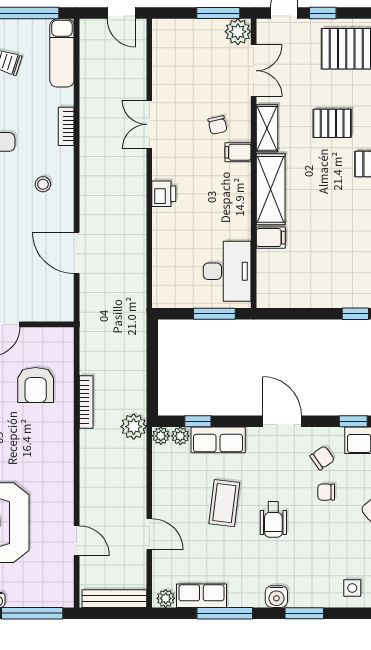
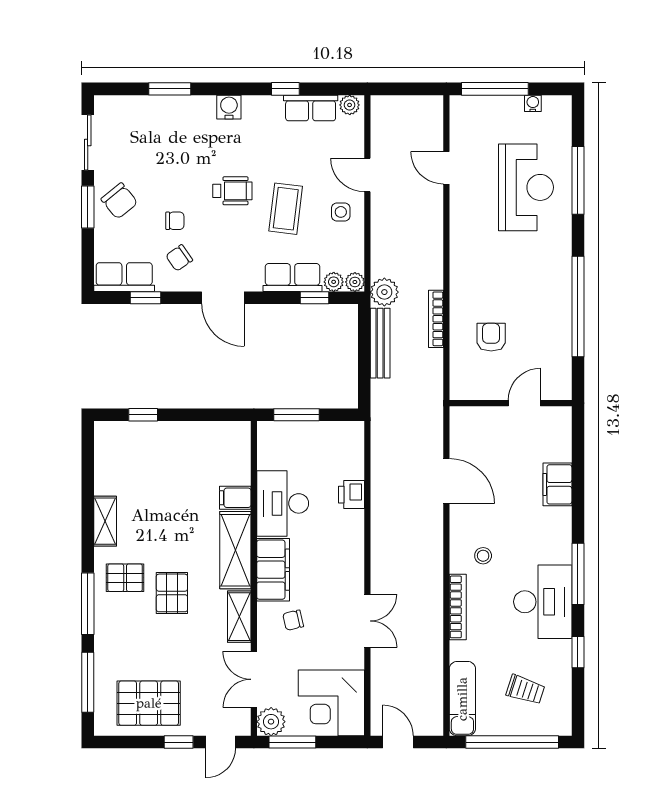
corner desk: (182, 49) -> (331, 703), added
pallet: (332, 123) -> (172, 593), moved, turned 90
chair: (218, 125) -> (293, 620), turned -90
bookcase: (66, 126) -> (458, 607), width x1.56
filing cabinet: (238, 152) -> (273, 570), width x3.00, depth x1.17
printer: (164, 194) -> (352, 495), moved
desk: (227, 271) -> (283, 503), moved
armchair: (36, 385) -> (491, 337), width x0.72, depth x0.72
wheelchair: (273, 520) -> (232, 191), turned 90
side table: (352, 588) -> (341, 212), moved
bench: (114, 599) -> (380, 343), moved, turned 90
window: (225, 613) -> (285, 89), width x0.46
window: (304, 613) -> (170, 89), moved

